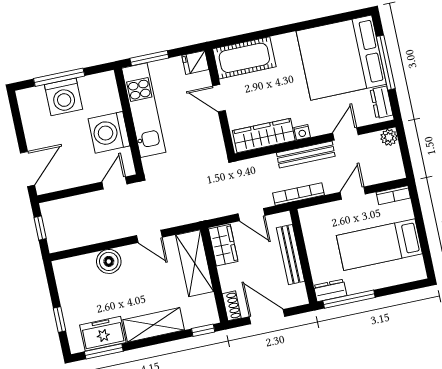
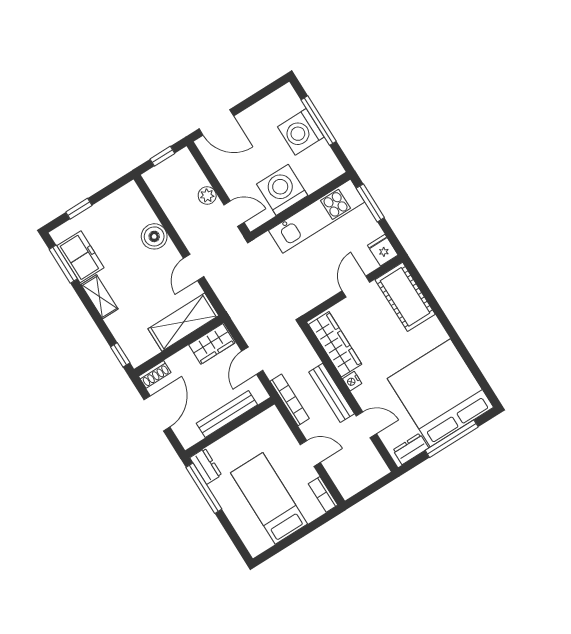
plant: (389, 137) -> (207, 195), moved
shelving: (154, 325) -> (100, 297), width x0.67, depth x0.75

